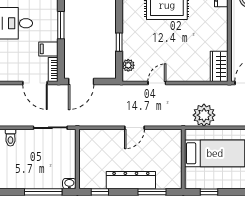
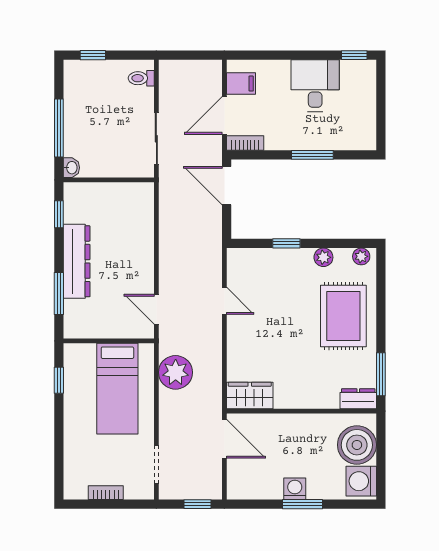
filing cabinet: (48, 49) -> (241, 84), moved, turned 90
plant: (128, 65) -> (323, 257), moved
door: (135, 128) -> (156, 309), moved

